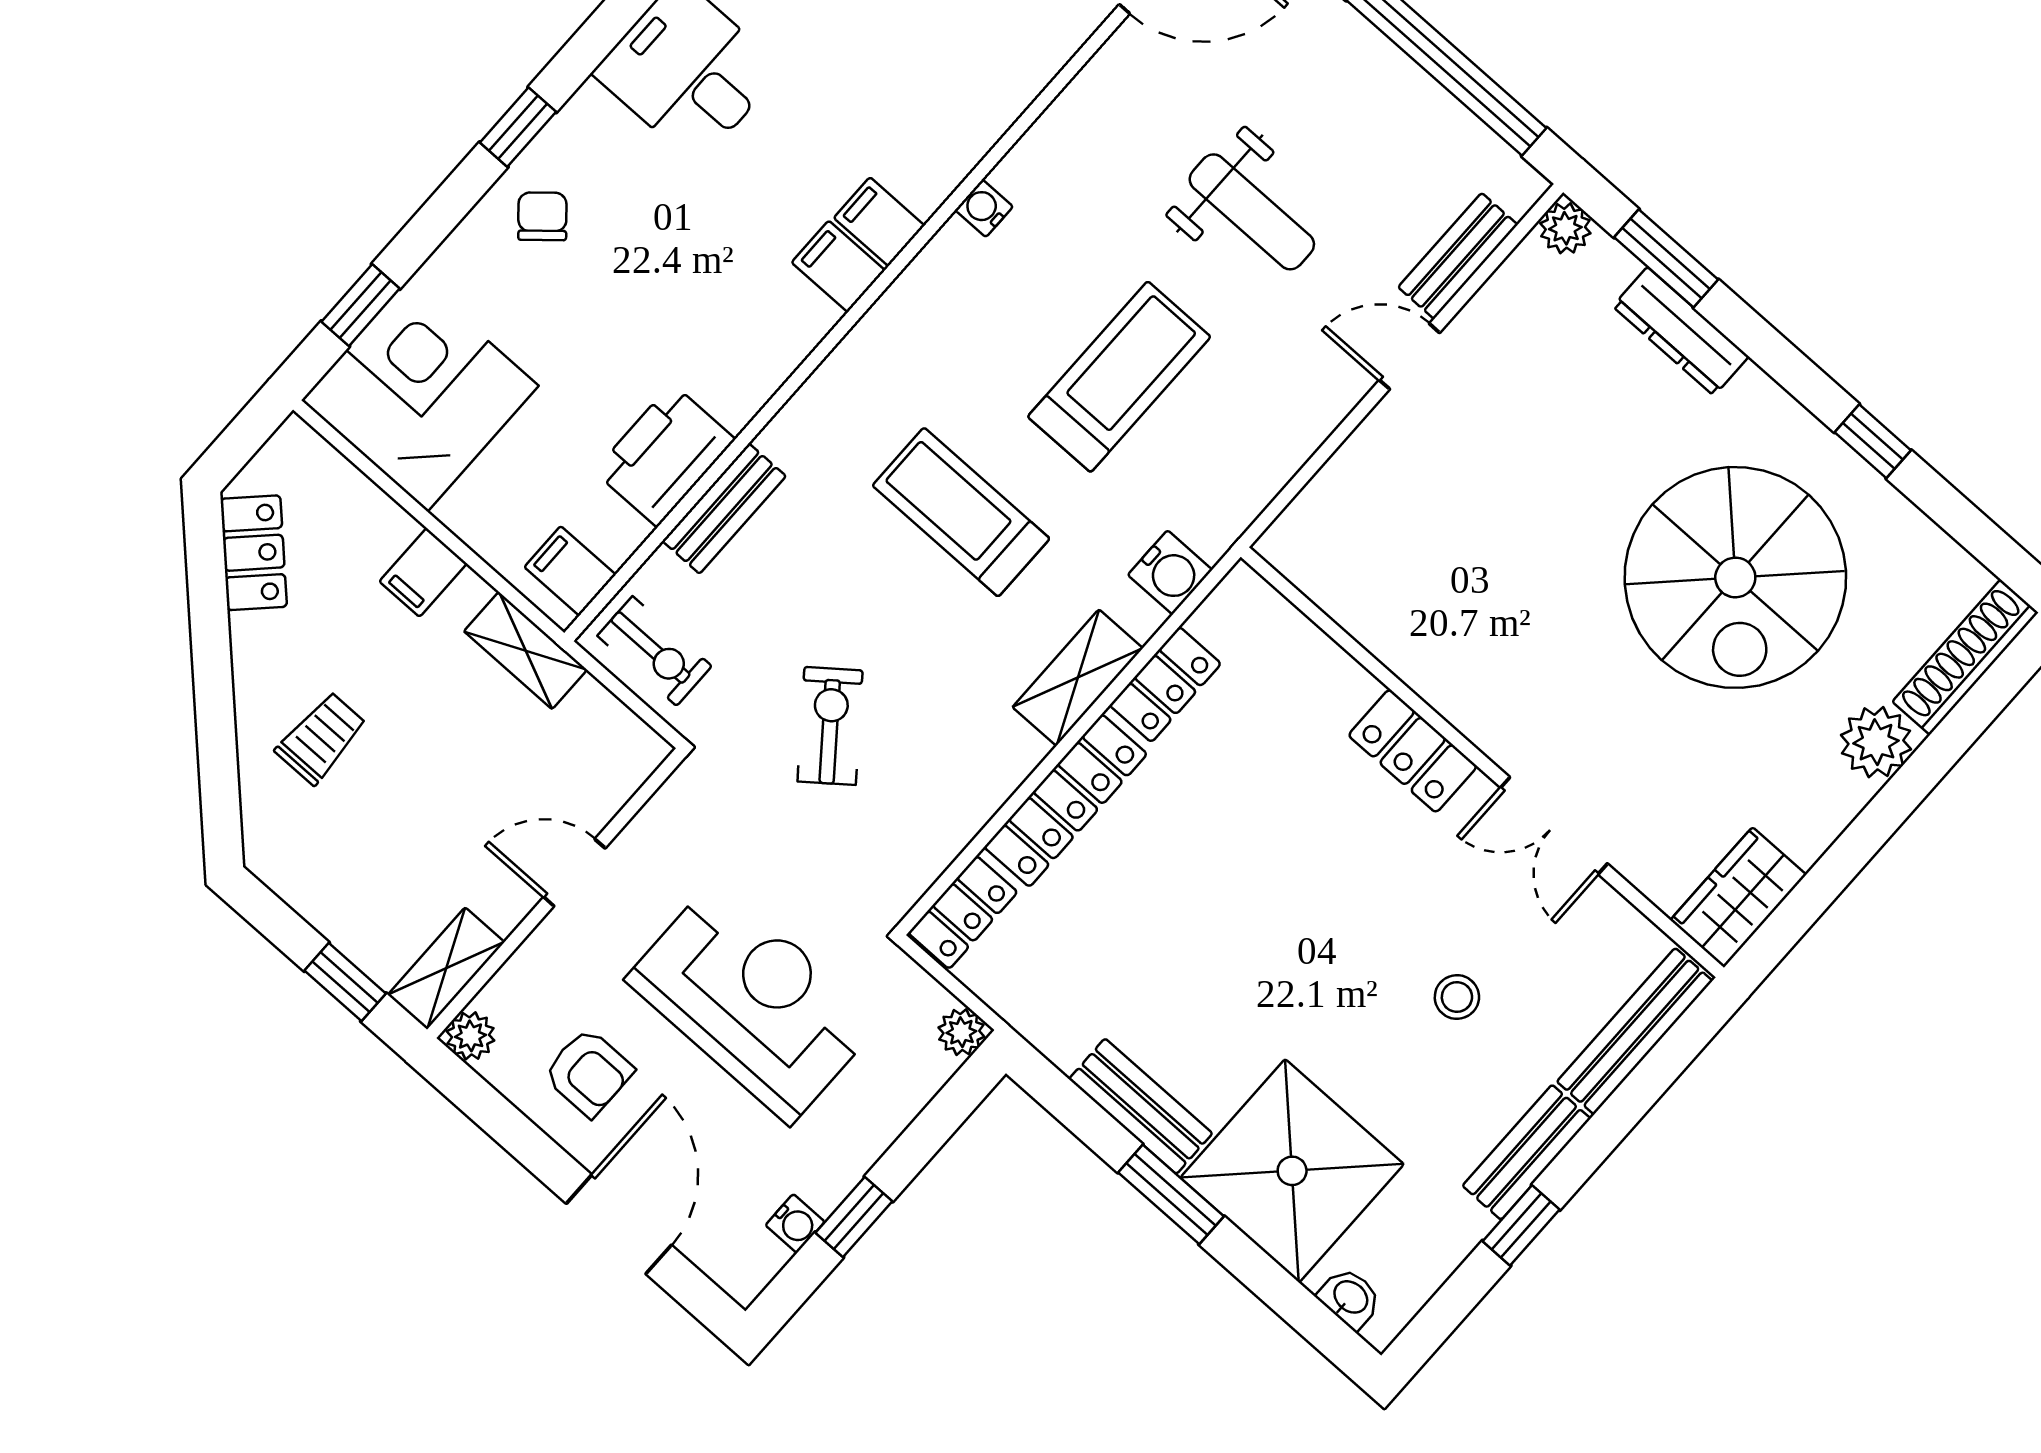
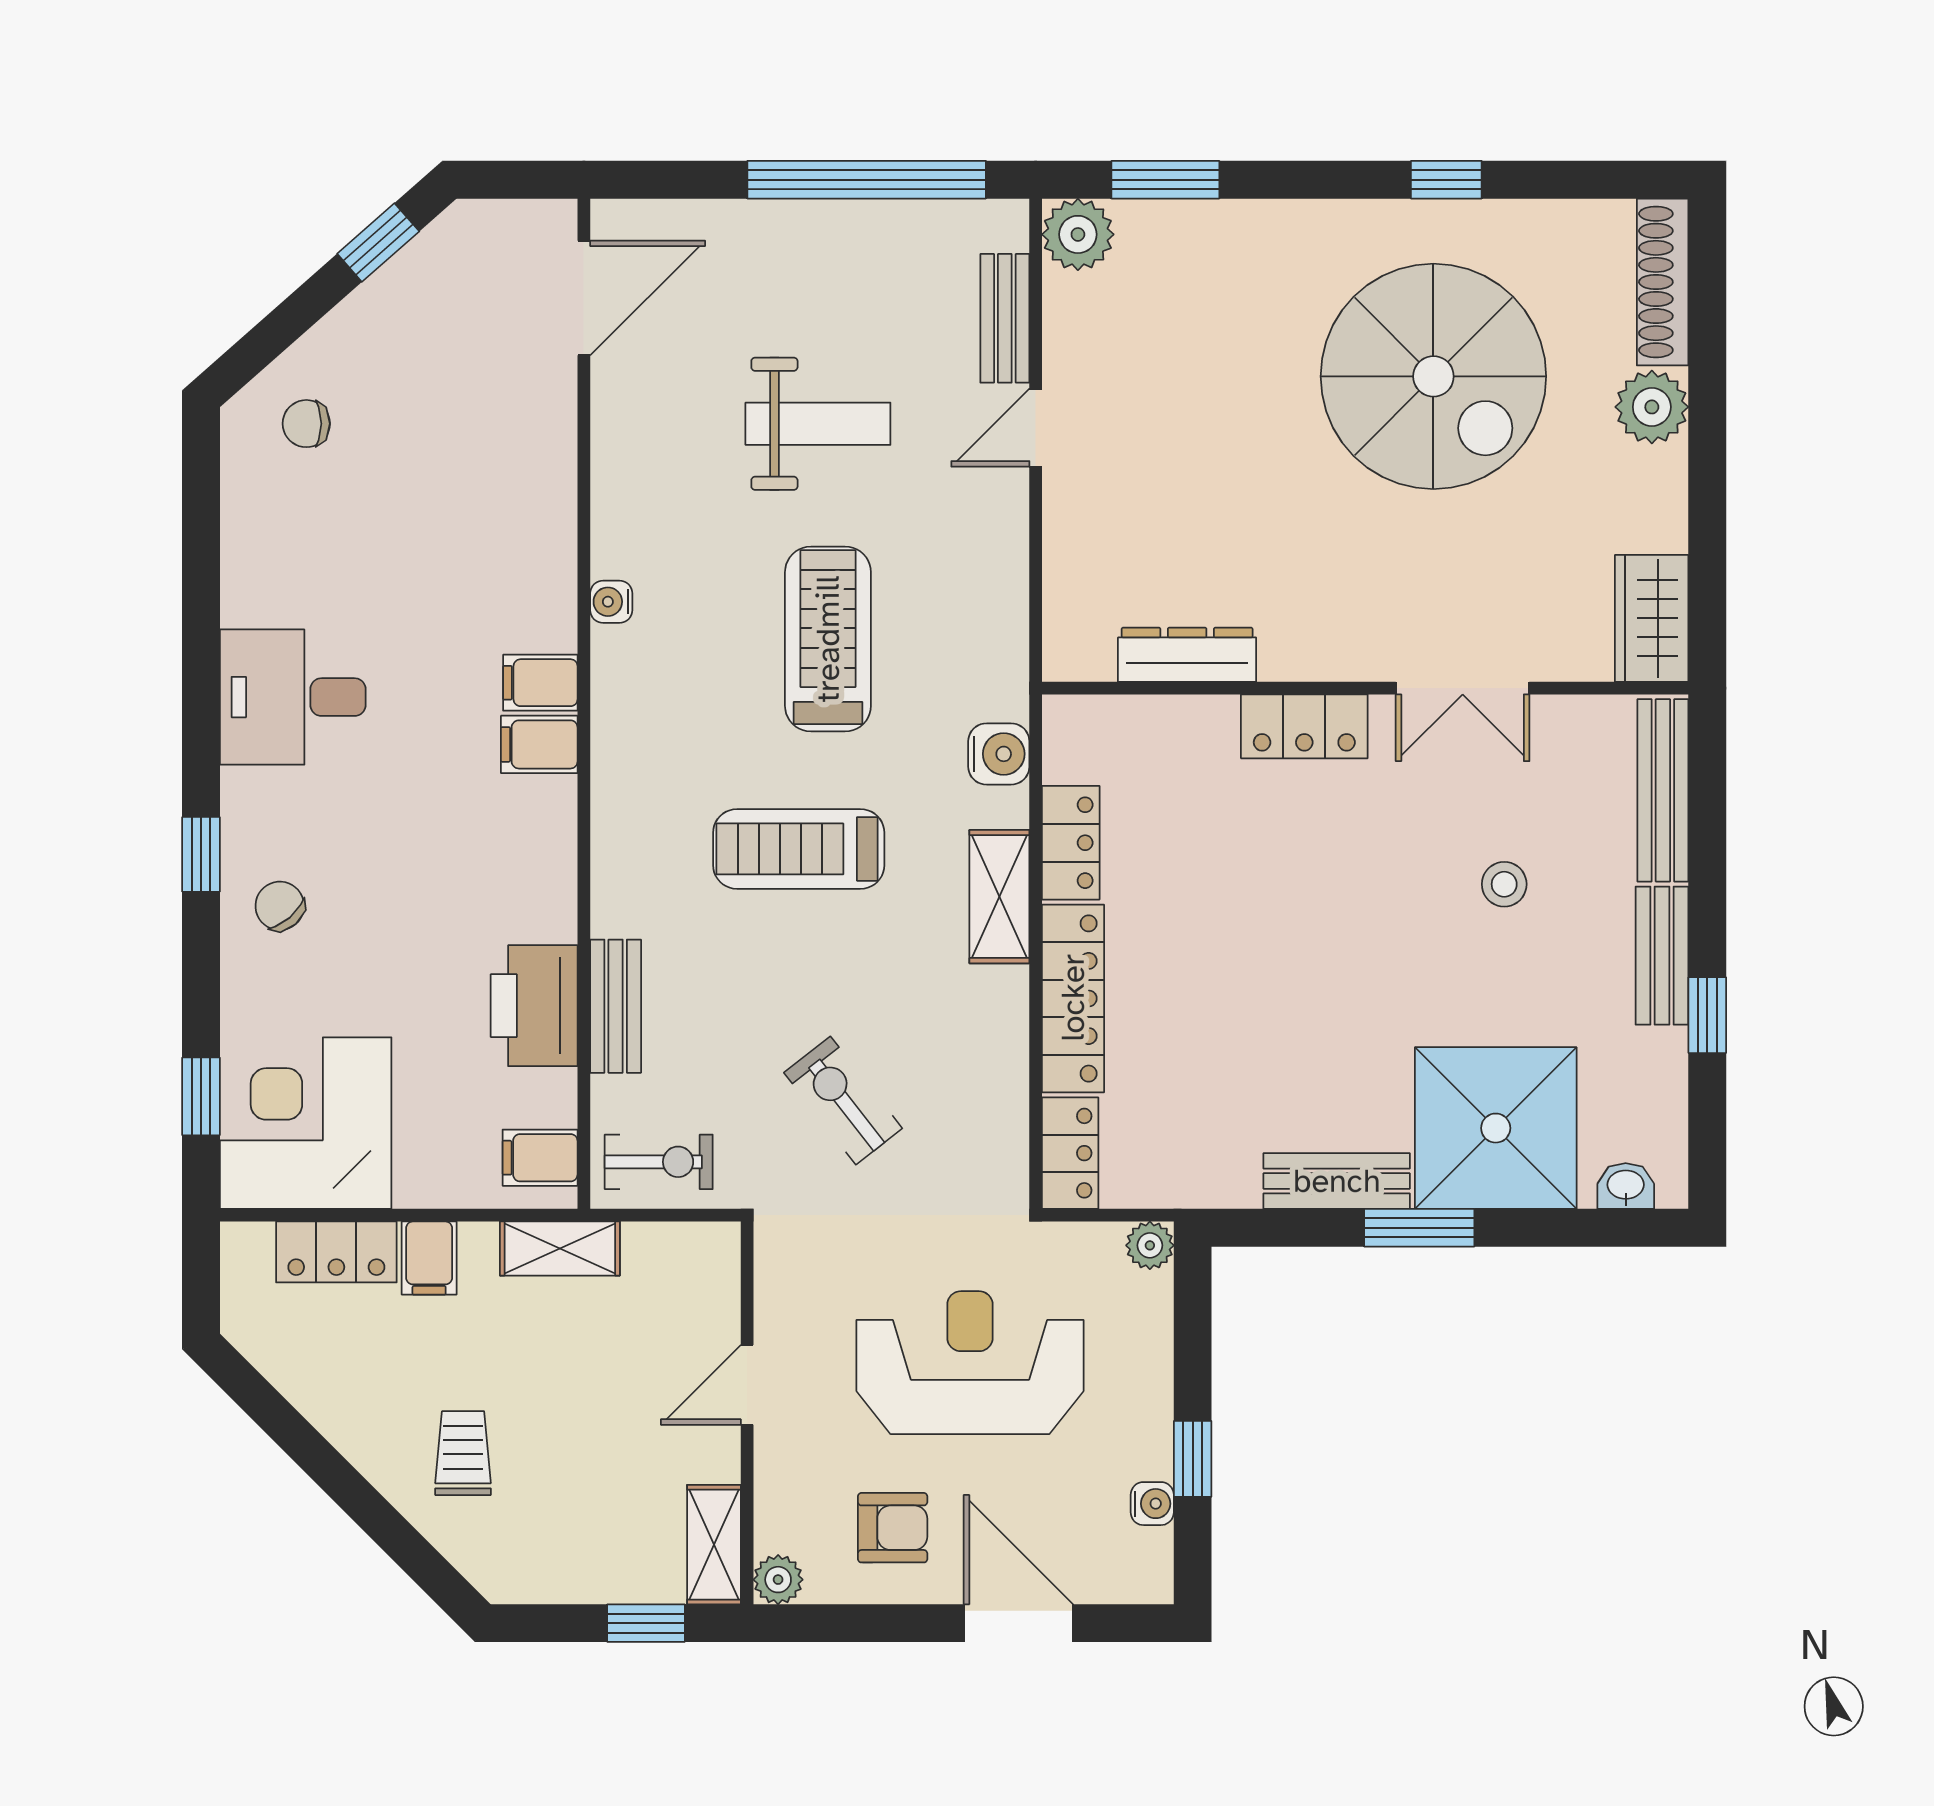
plant: (1565, 228) -> (1078, 234), width x1.38, depth x1.38
dresser: (1681, 331) -> (1187, 655), moved, turned 180
locker: (254, 553) -> (336, 1252), moved, turned 135

